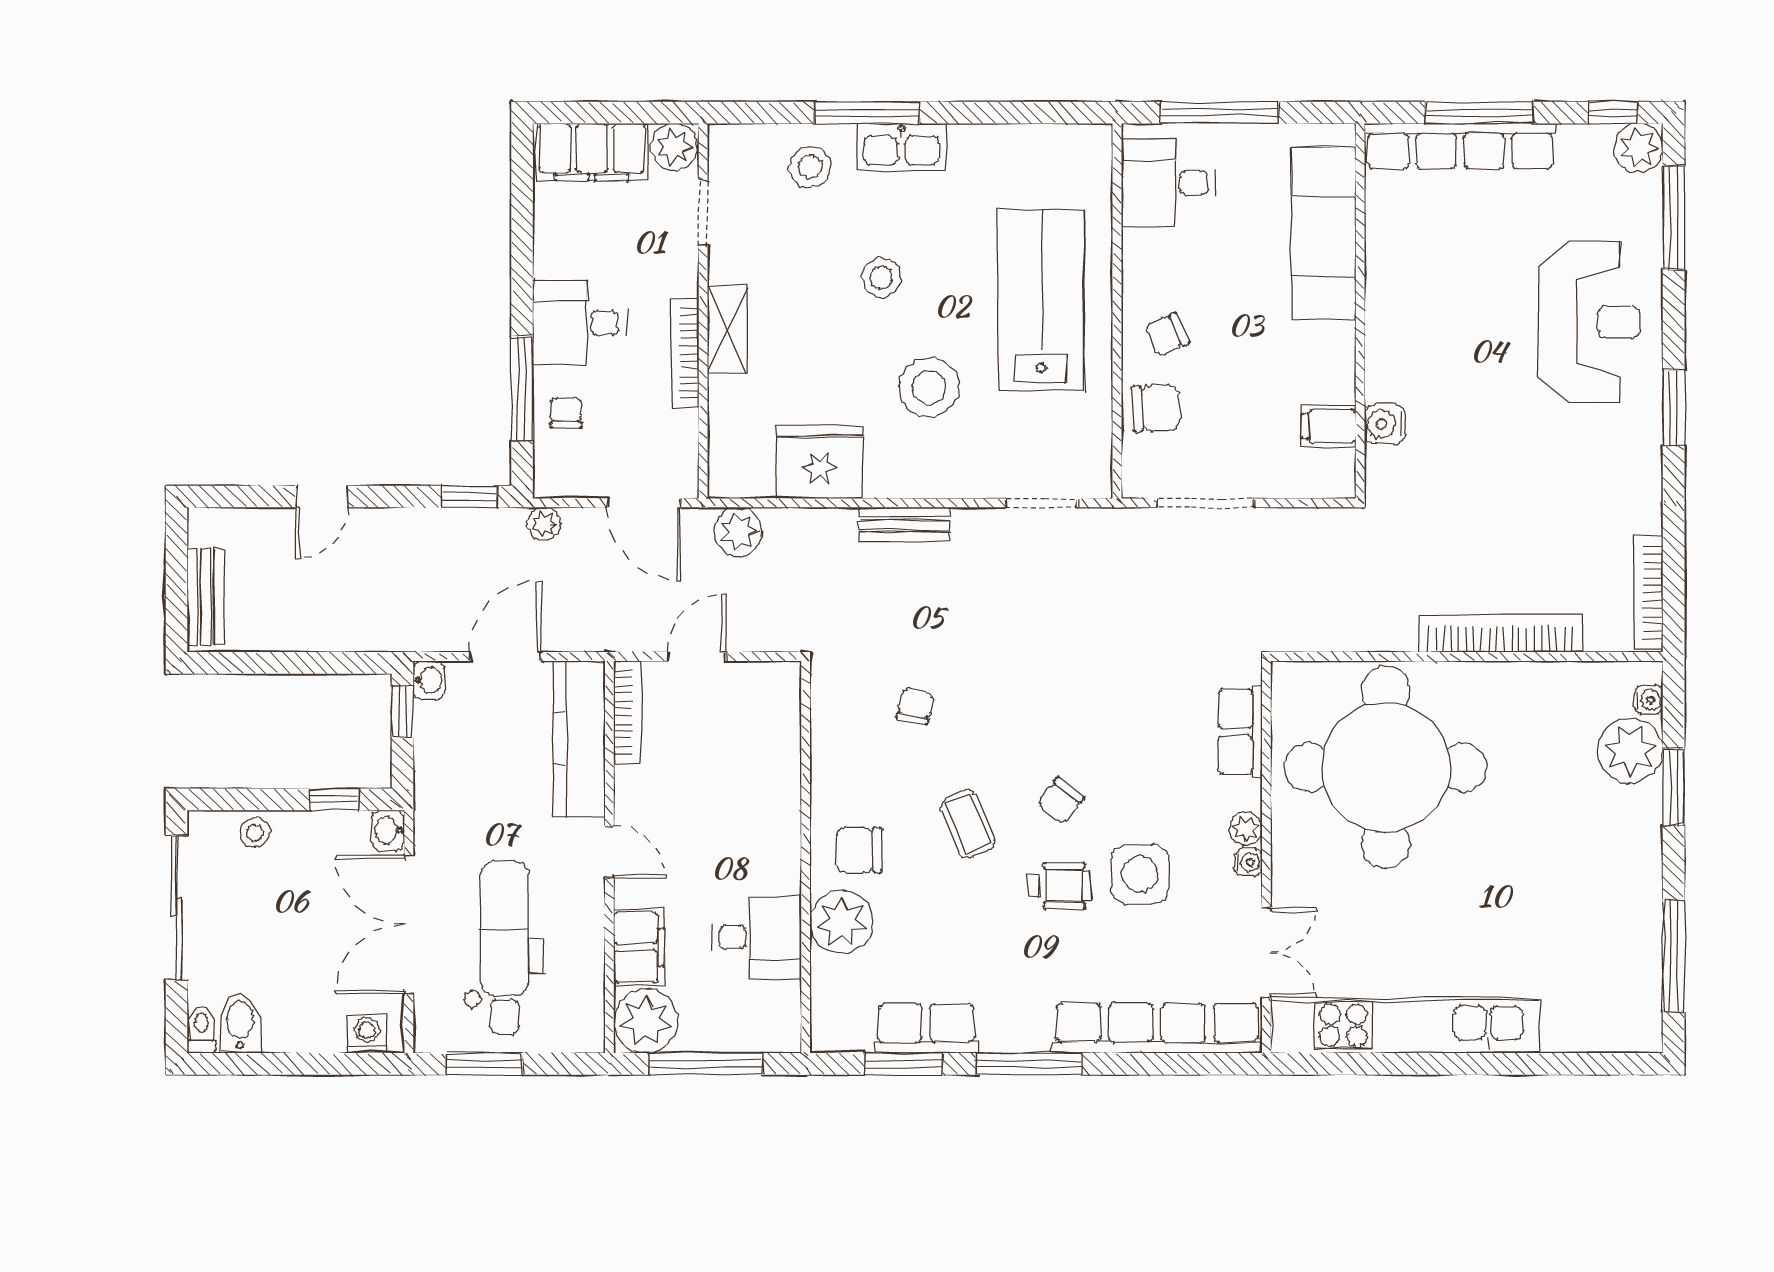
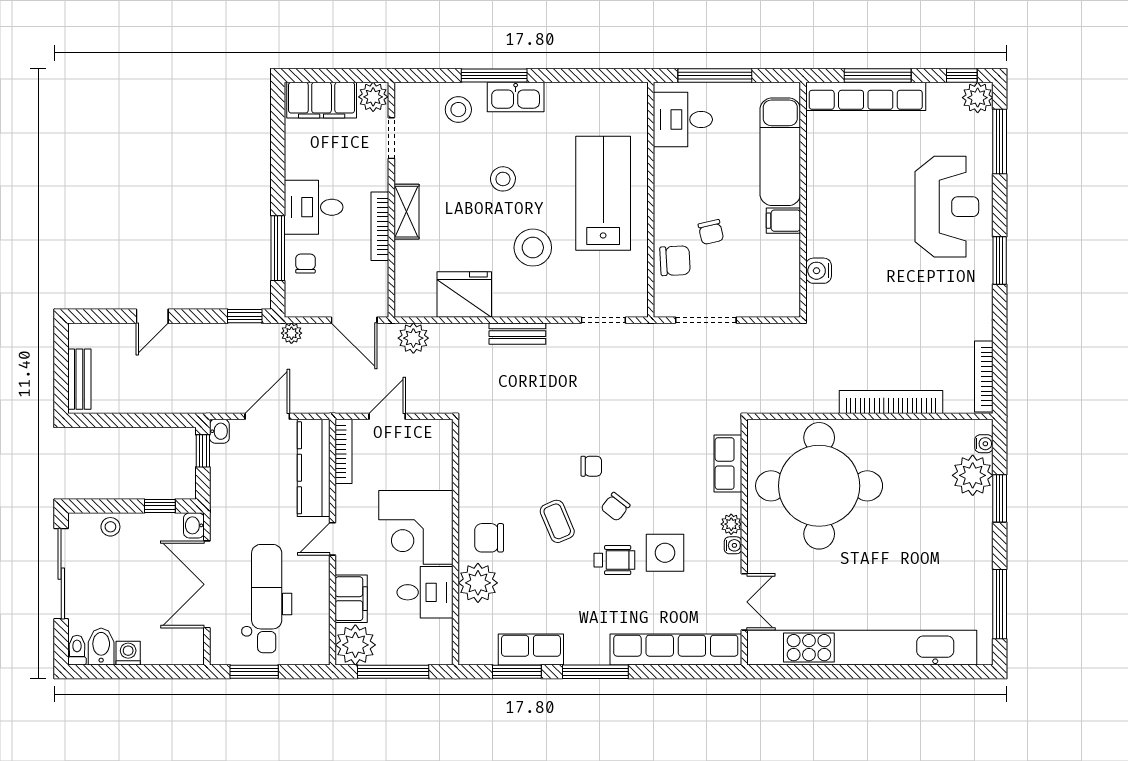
chair: (1167, 335) -> (711, 232), moved, turned -79
filing cabinet: (1329, 426) -> (783, 221), moved
chair: (915, 706) -> (591, 466), moved, turned 77
corner desk: (742, 834) -> (416, 527), added
door: (609, 852) -> (333, 539), swing flipped
kitchen unit: (1405, 1025) -> (862, 648), width x1.36
washing machine: (367, 1034) -> (128, 653), moved

